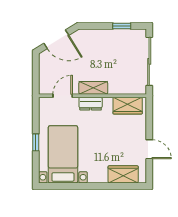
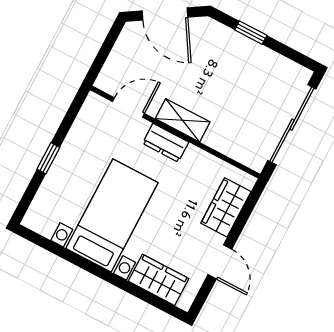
window: (122, 26) -> (251, 33), moved
wardrobe: (128, 106) -> (226, 207), moved, turned 90
bed with nightstands: (63, 154) -> (112, 216), moved

